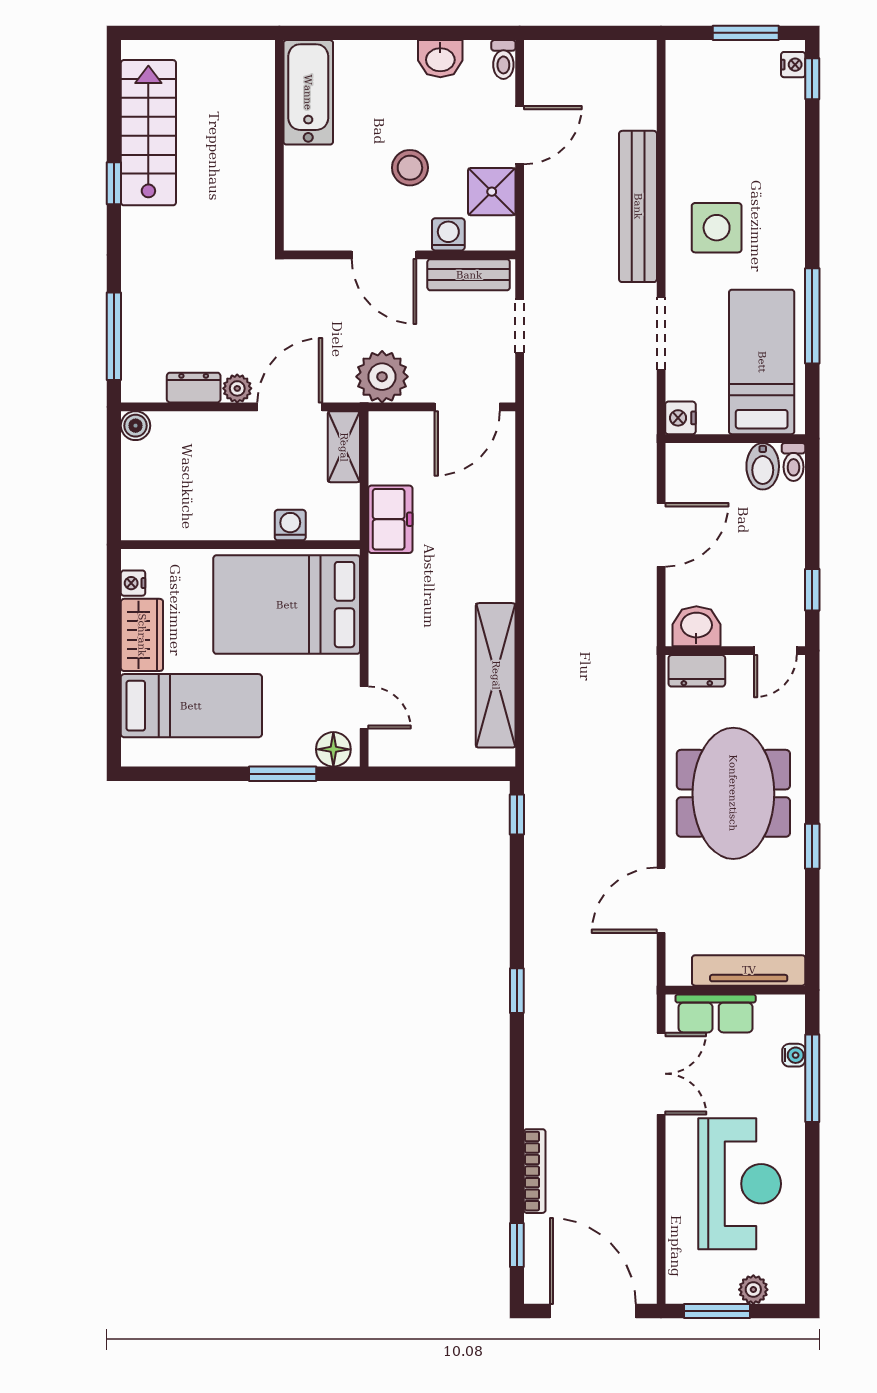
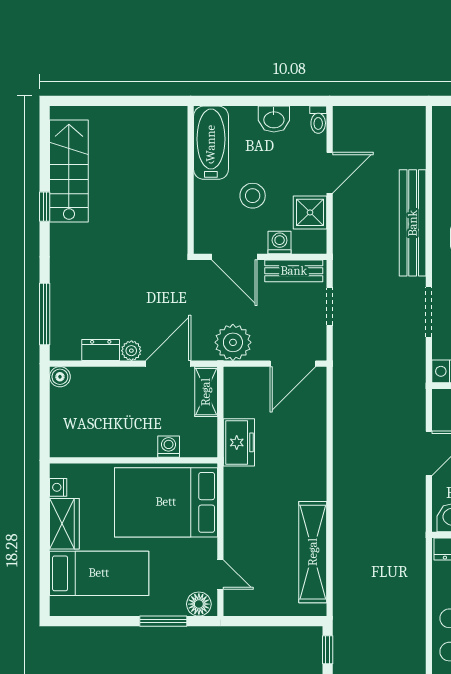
bathtub: (308, 92) -> (211, 143), moved
wall: (279, 145) -> (191, 180), moved

